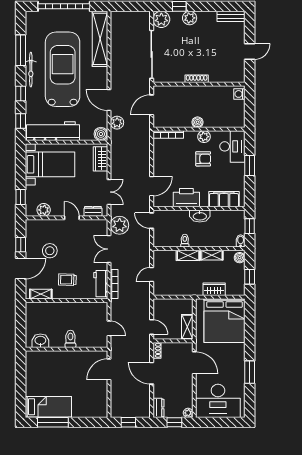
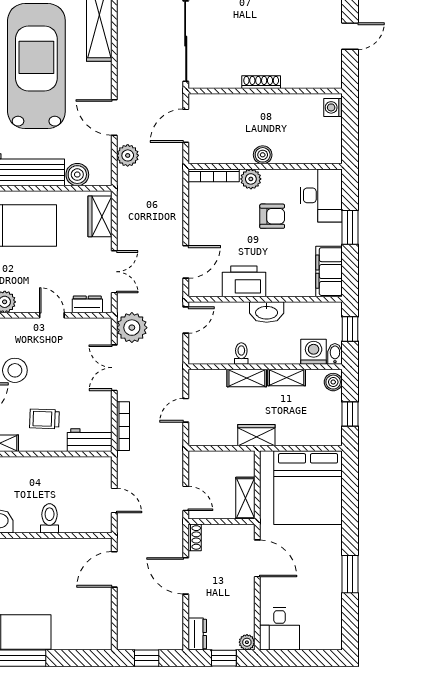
boiler: (101, 134) -> (77, 175), moved
plant: (204, 137) -> (251, 179), moved
filing cabinet: (224, 199) -> (329, 272), moved, turned -90
door: (152, 221) -> (186, 320), swing flipped
washing machine: (228, 240) -> (314, 352), added
workbench: (101, 284) -> (90, 440), moved, turned 90
wardrobe: (214, 289) -> (256, 435), moved
desk: (218, 401) -> (280, 629), width x0.53, depth x0.77

